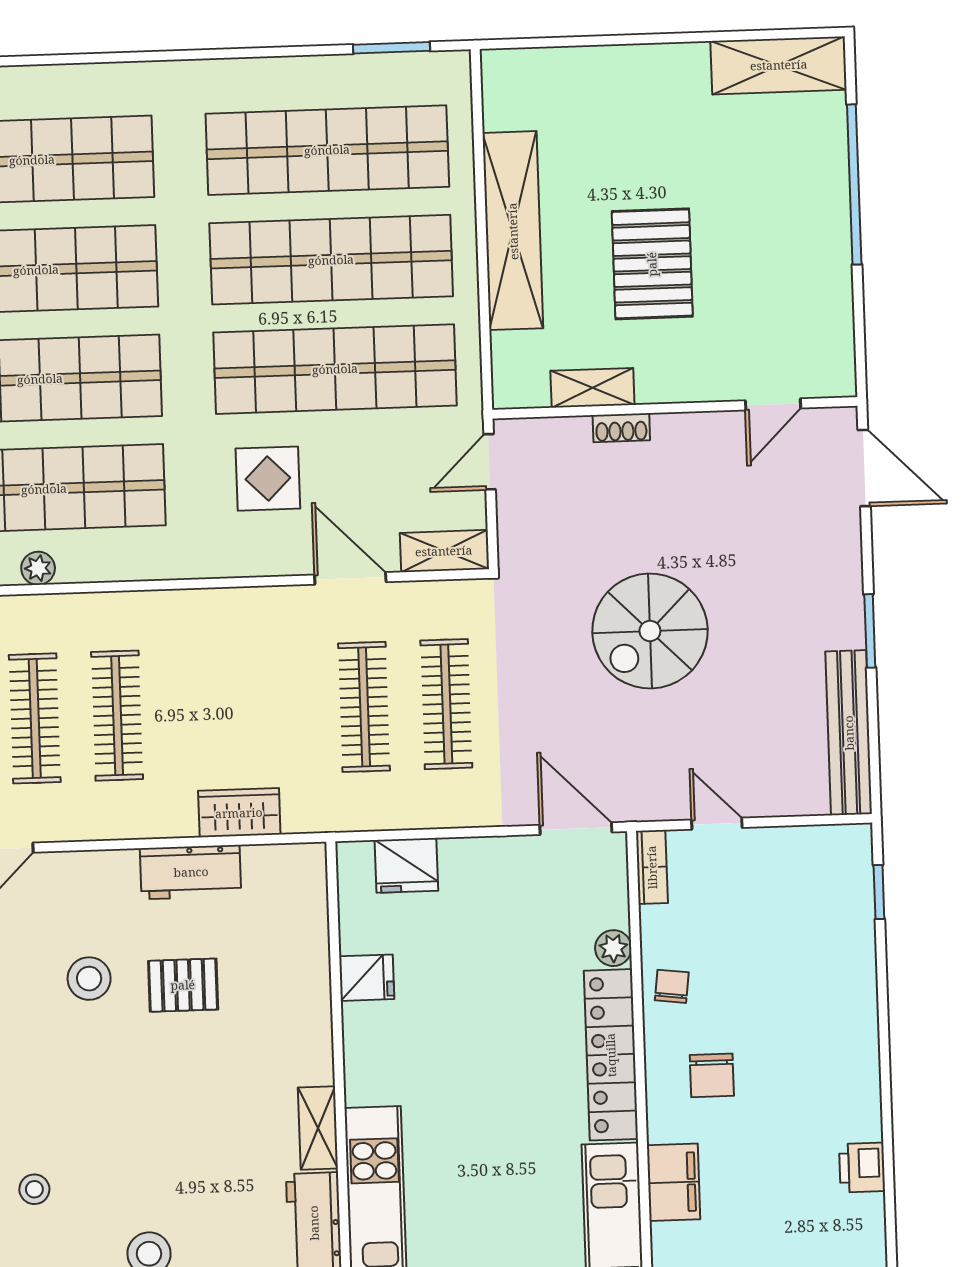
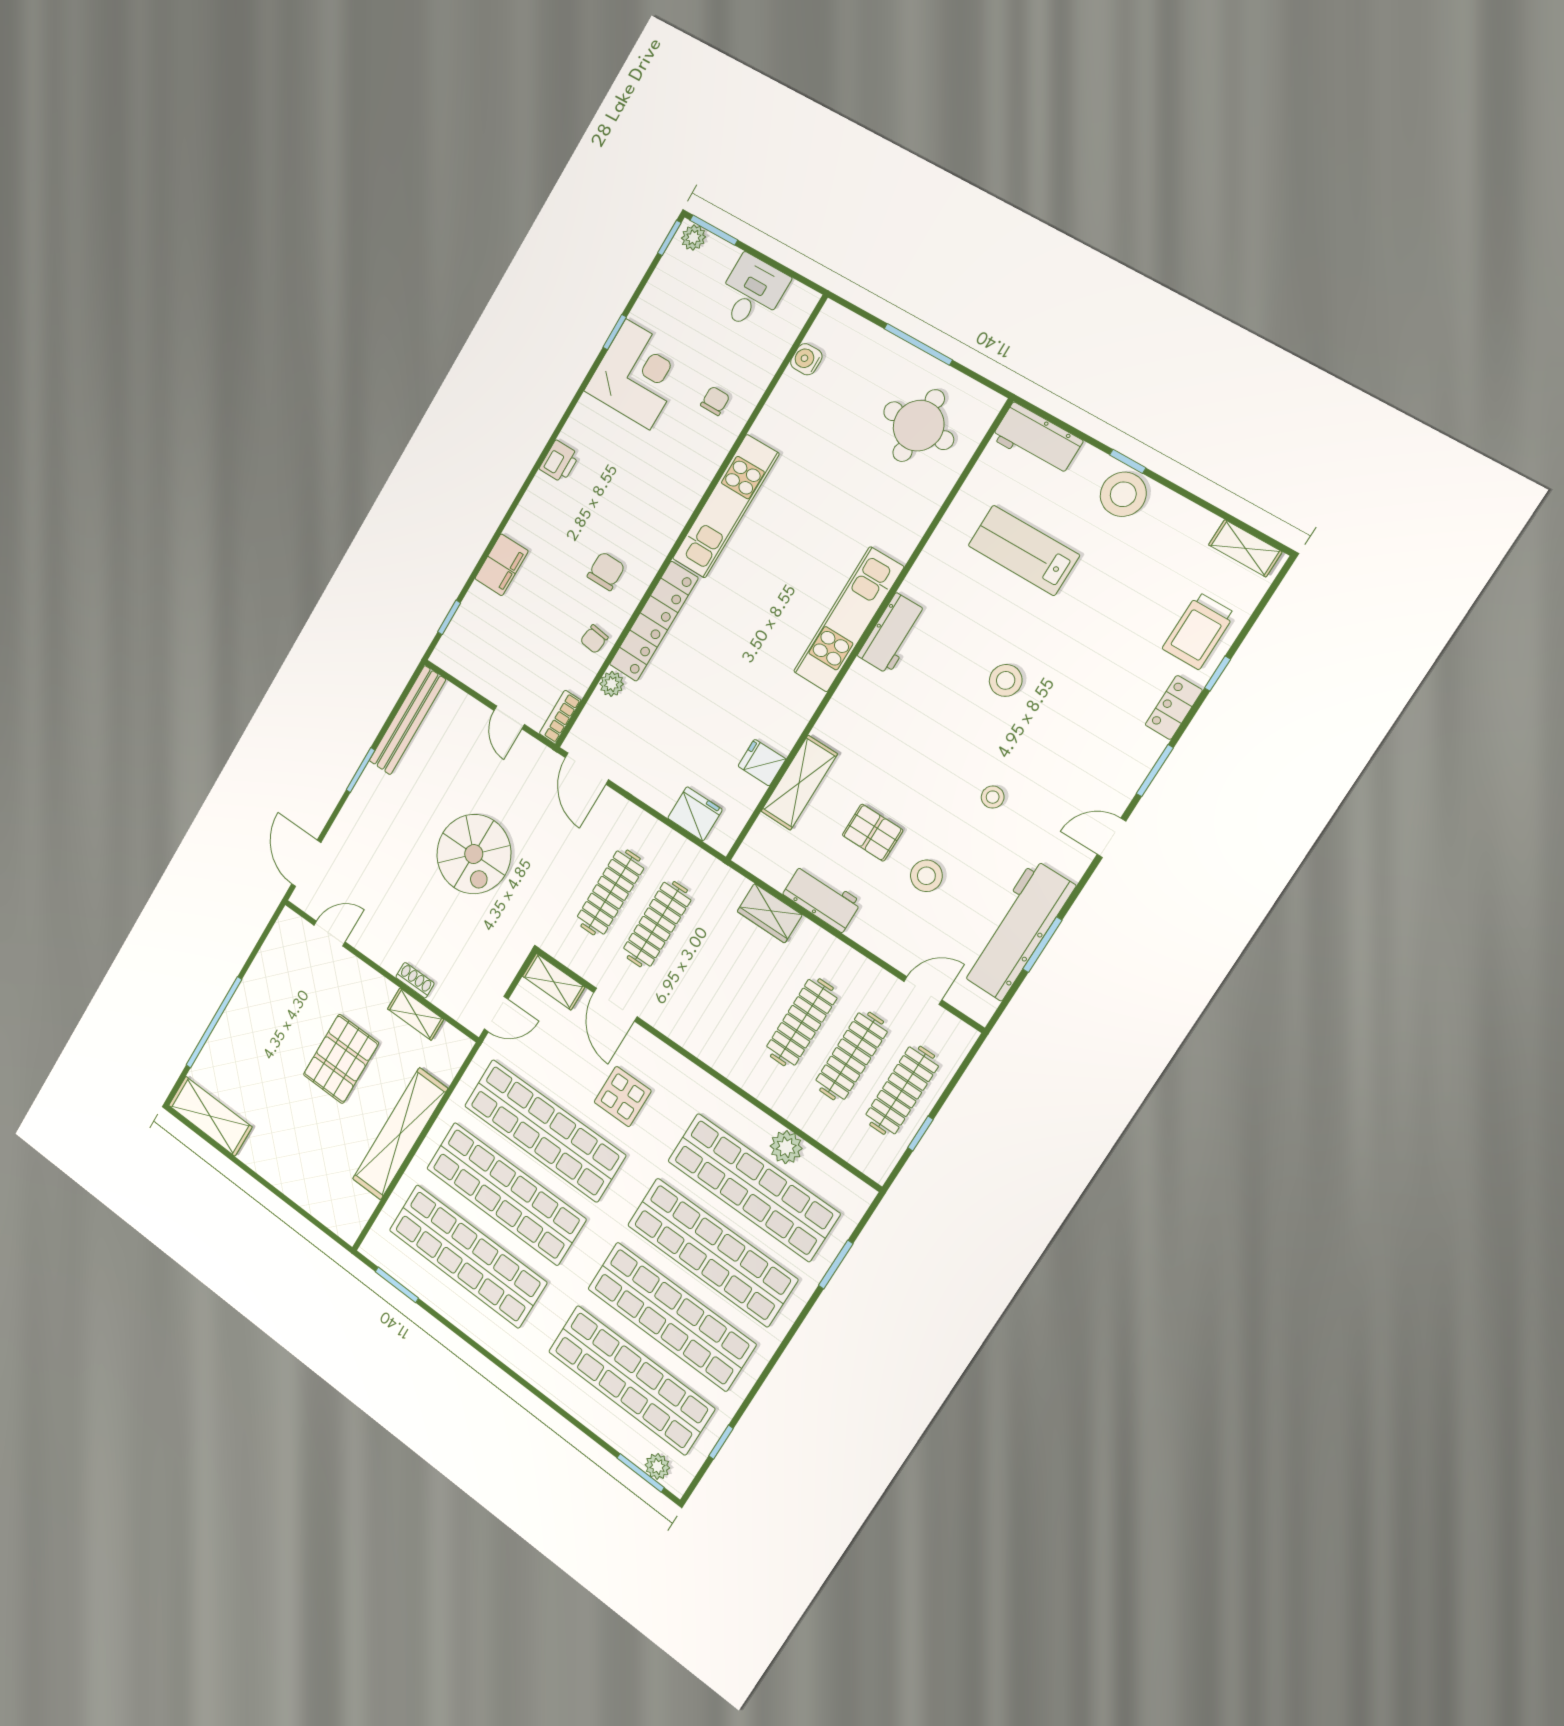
plant: (38, 568) -> (786, 1147), width x1.38, depth x1.38
spiral stairs: (650, 631) -> (474, 854), turned 90
shelving: (318, 1128) -> (799, 783), moved, width x1.50, depth x1.33
filing cabinet: (674, 1182) -> (502, 565), moved, turned 180
stool: (34, 1189) -> (993, 797), moved

